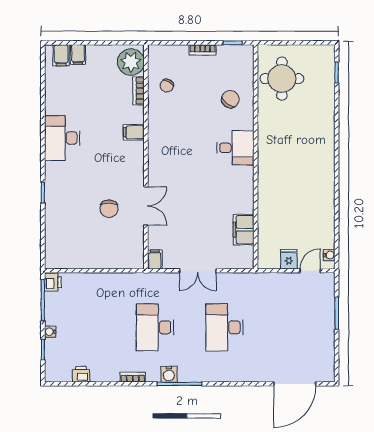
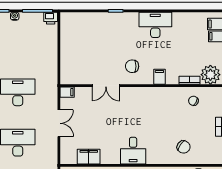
desk: (235, 148) -> (133, 151), moved
chair: (109, 209) -> (132, 66), moved
double door: (198, 271) -> (59, 123), swing flipped

